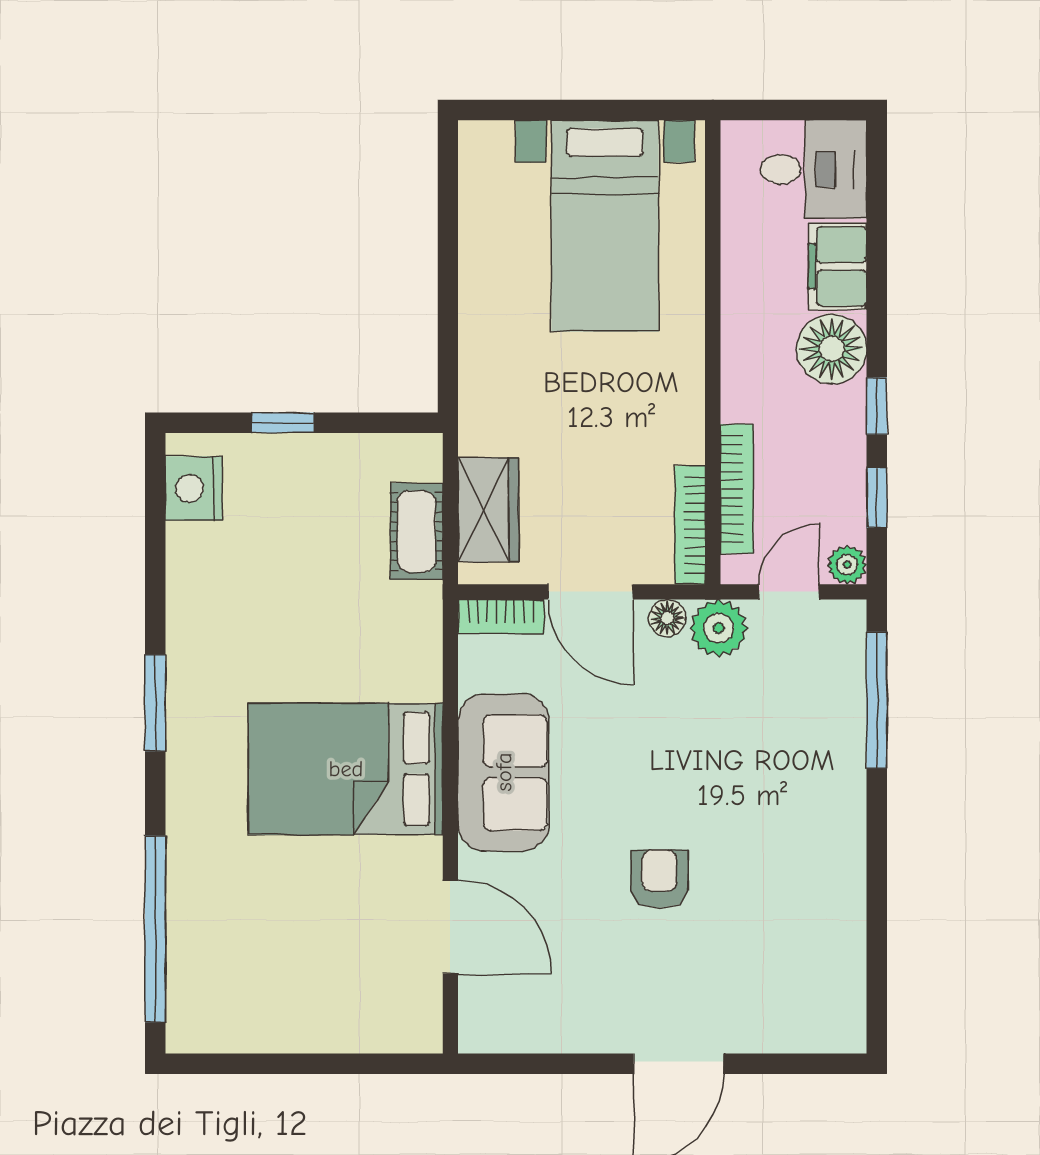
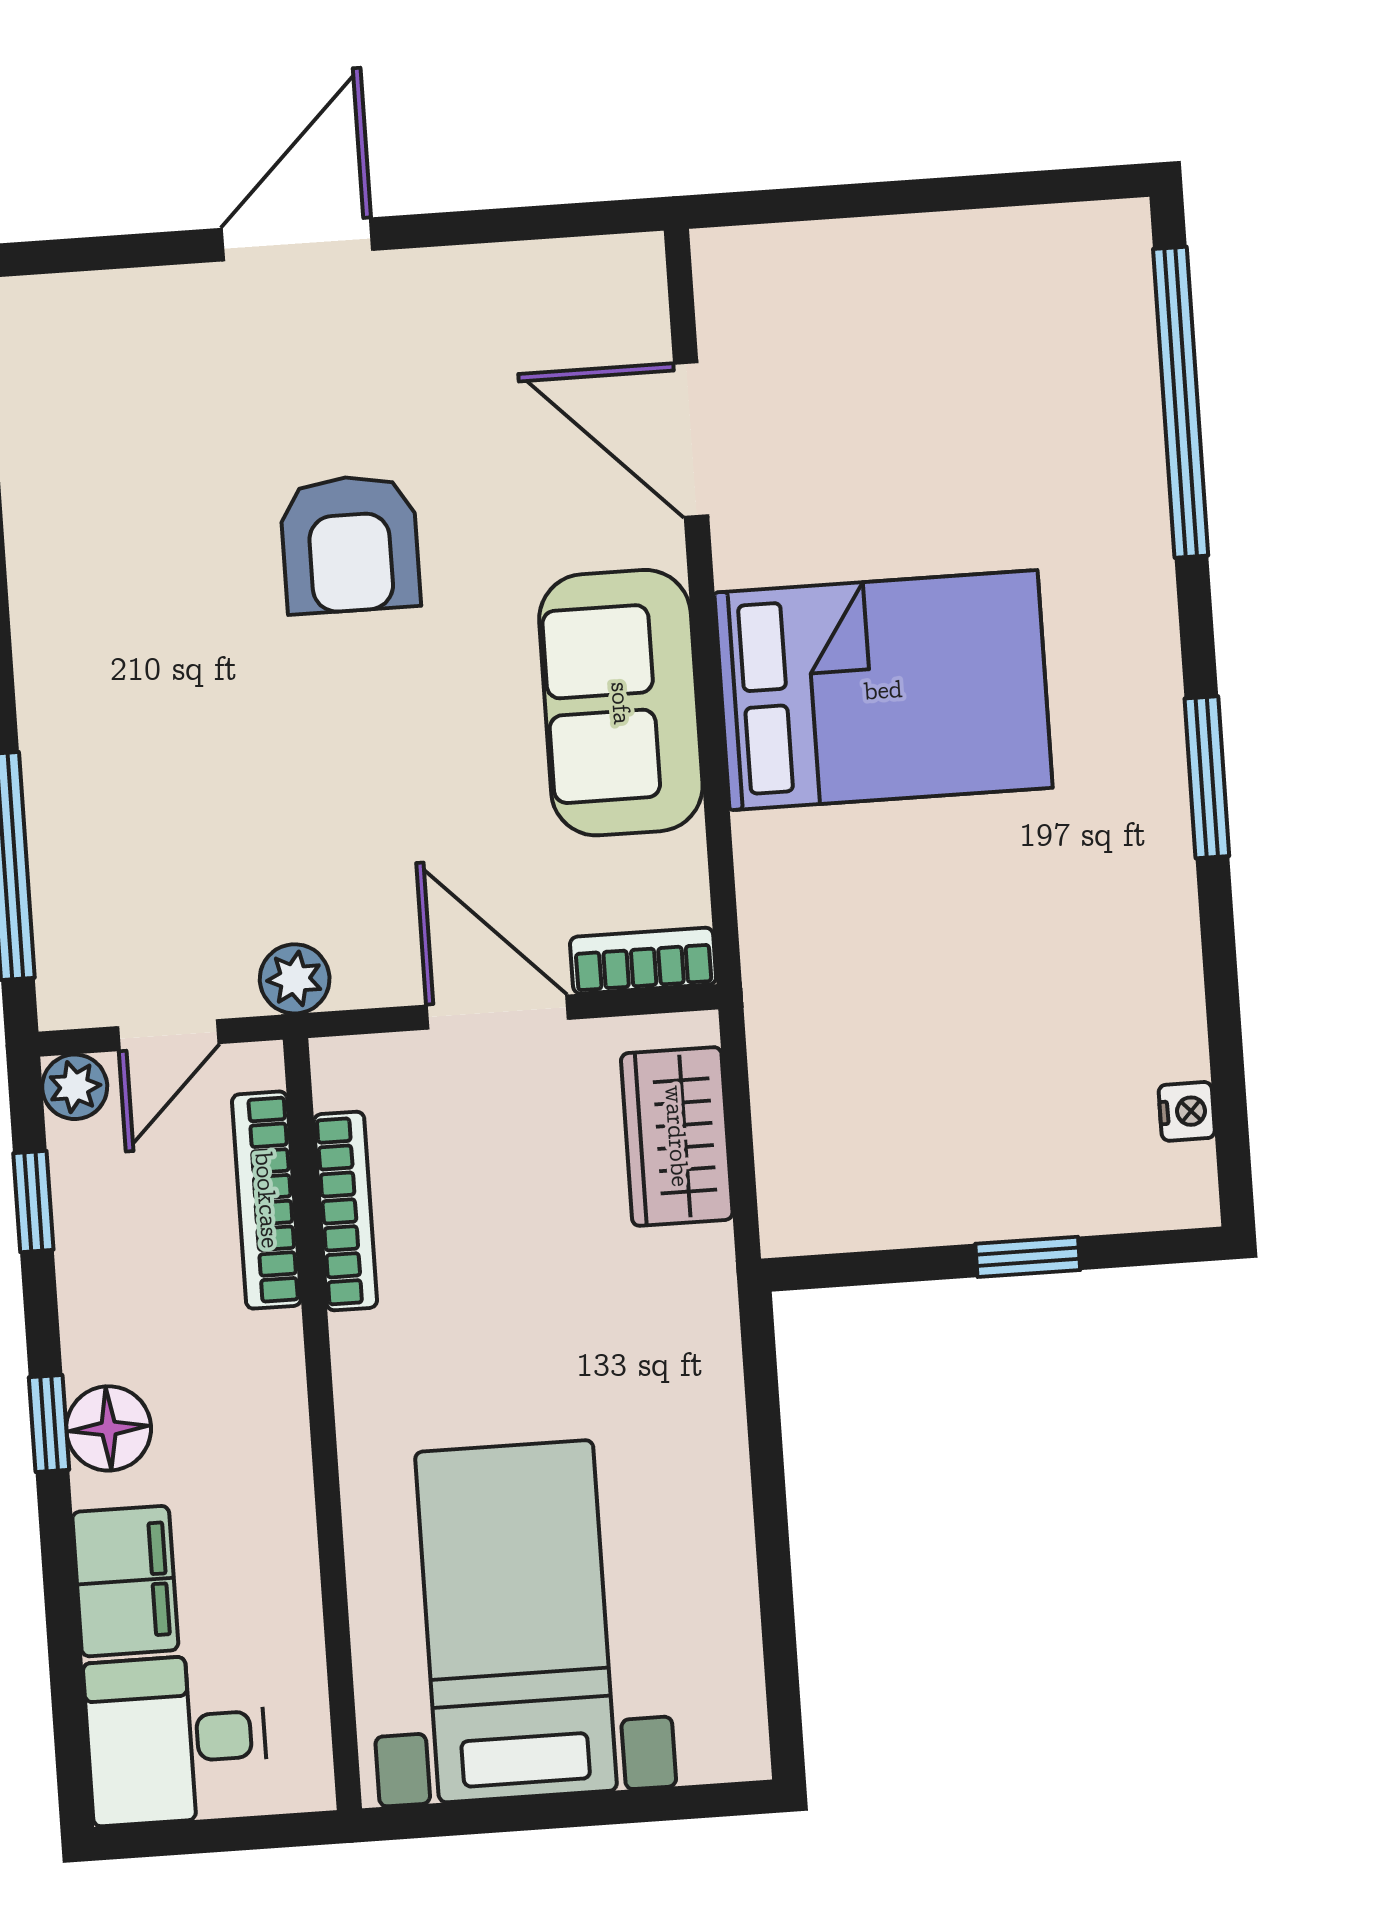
floor lamp: (832, 349) -> (109, 1428), width x0.73, depth x0.73
window: (877, 406) -> (49, 1424), moved
nightstand: (194, 488) -> (1187, 1111), width x0.53, depth x0.56
bookcase: (690, 525) -> (345, 1211), moved
cot: (417, 531) -> (793, 1092), removed
floor lamp: (667, 618) -> (367, 978), removed
plant: (719, 628) -> (295, 979), width x0.73, depth x0.73
armchair: (659, 879) -> (350, 544), width x1.38, depth x1.38

